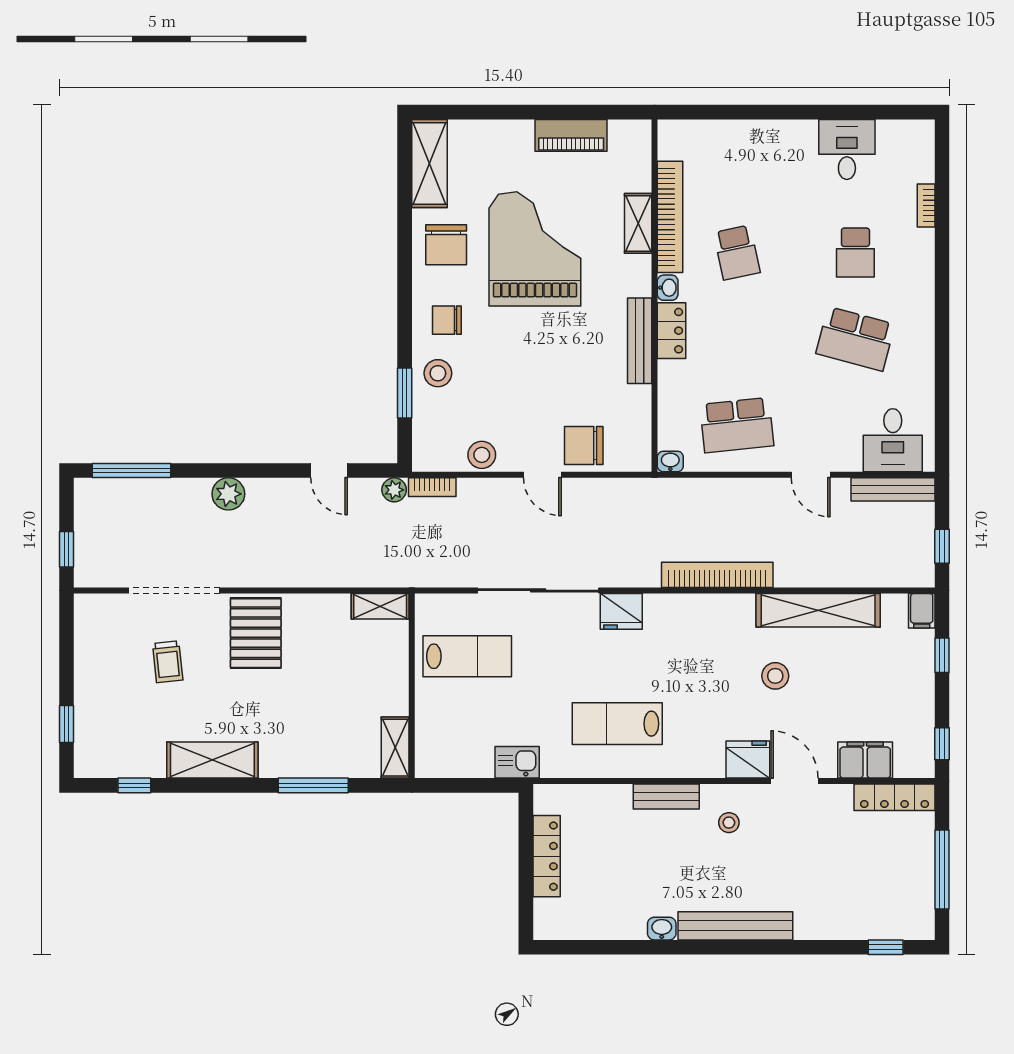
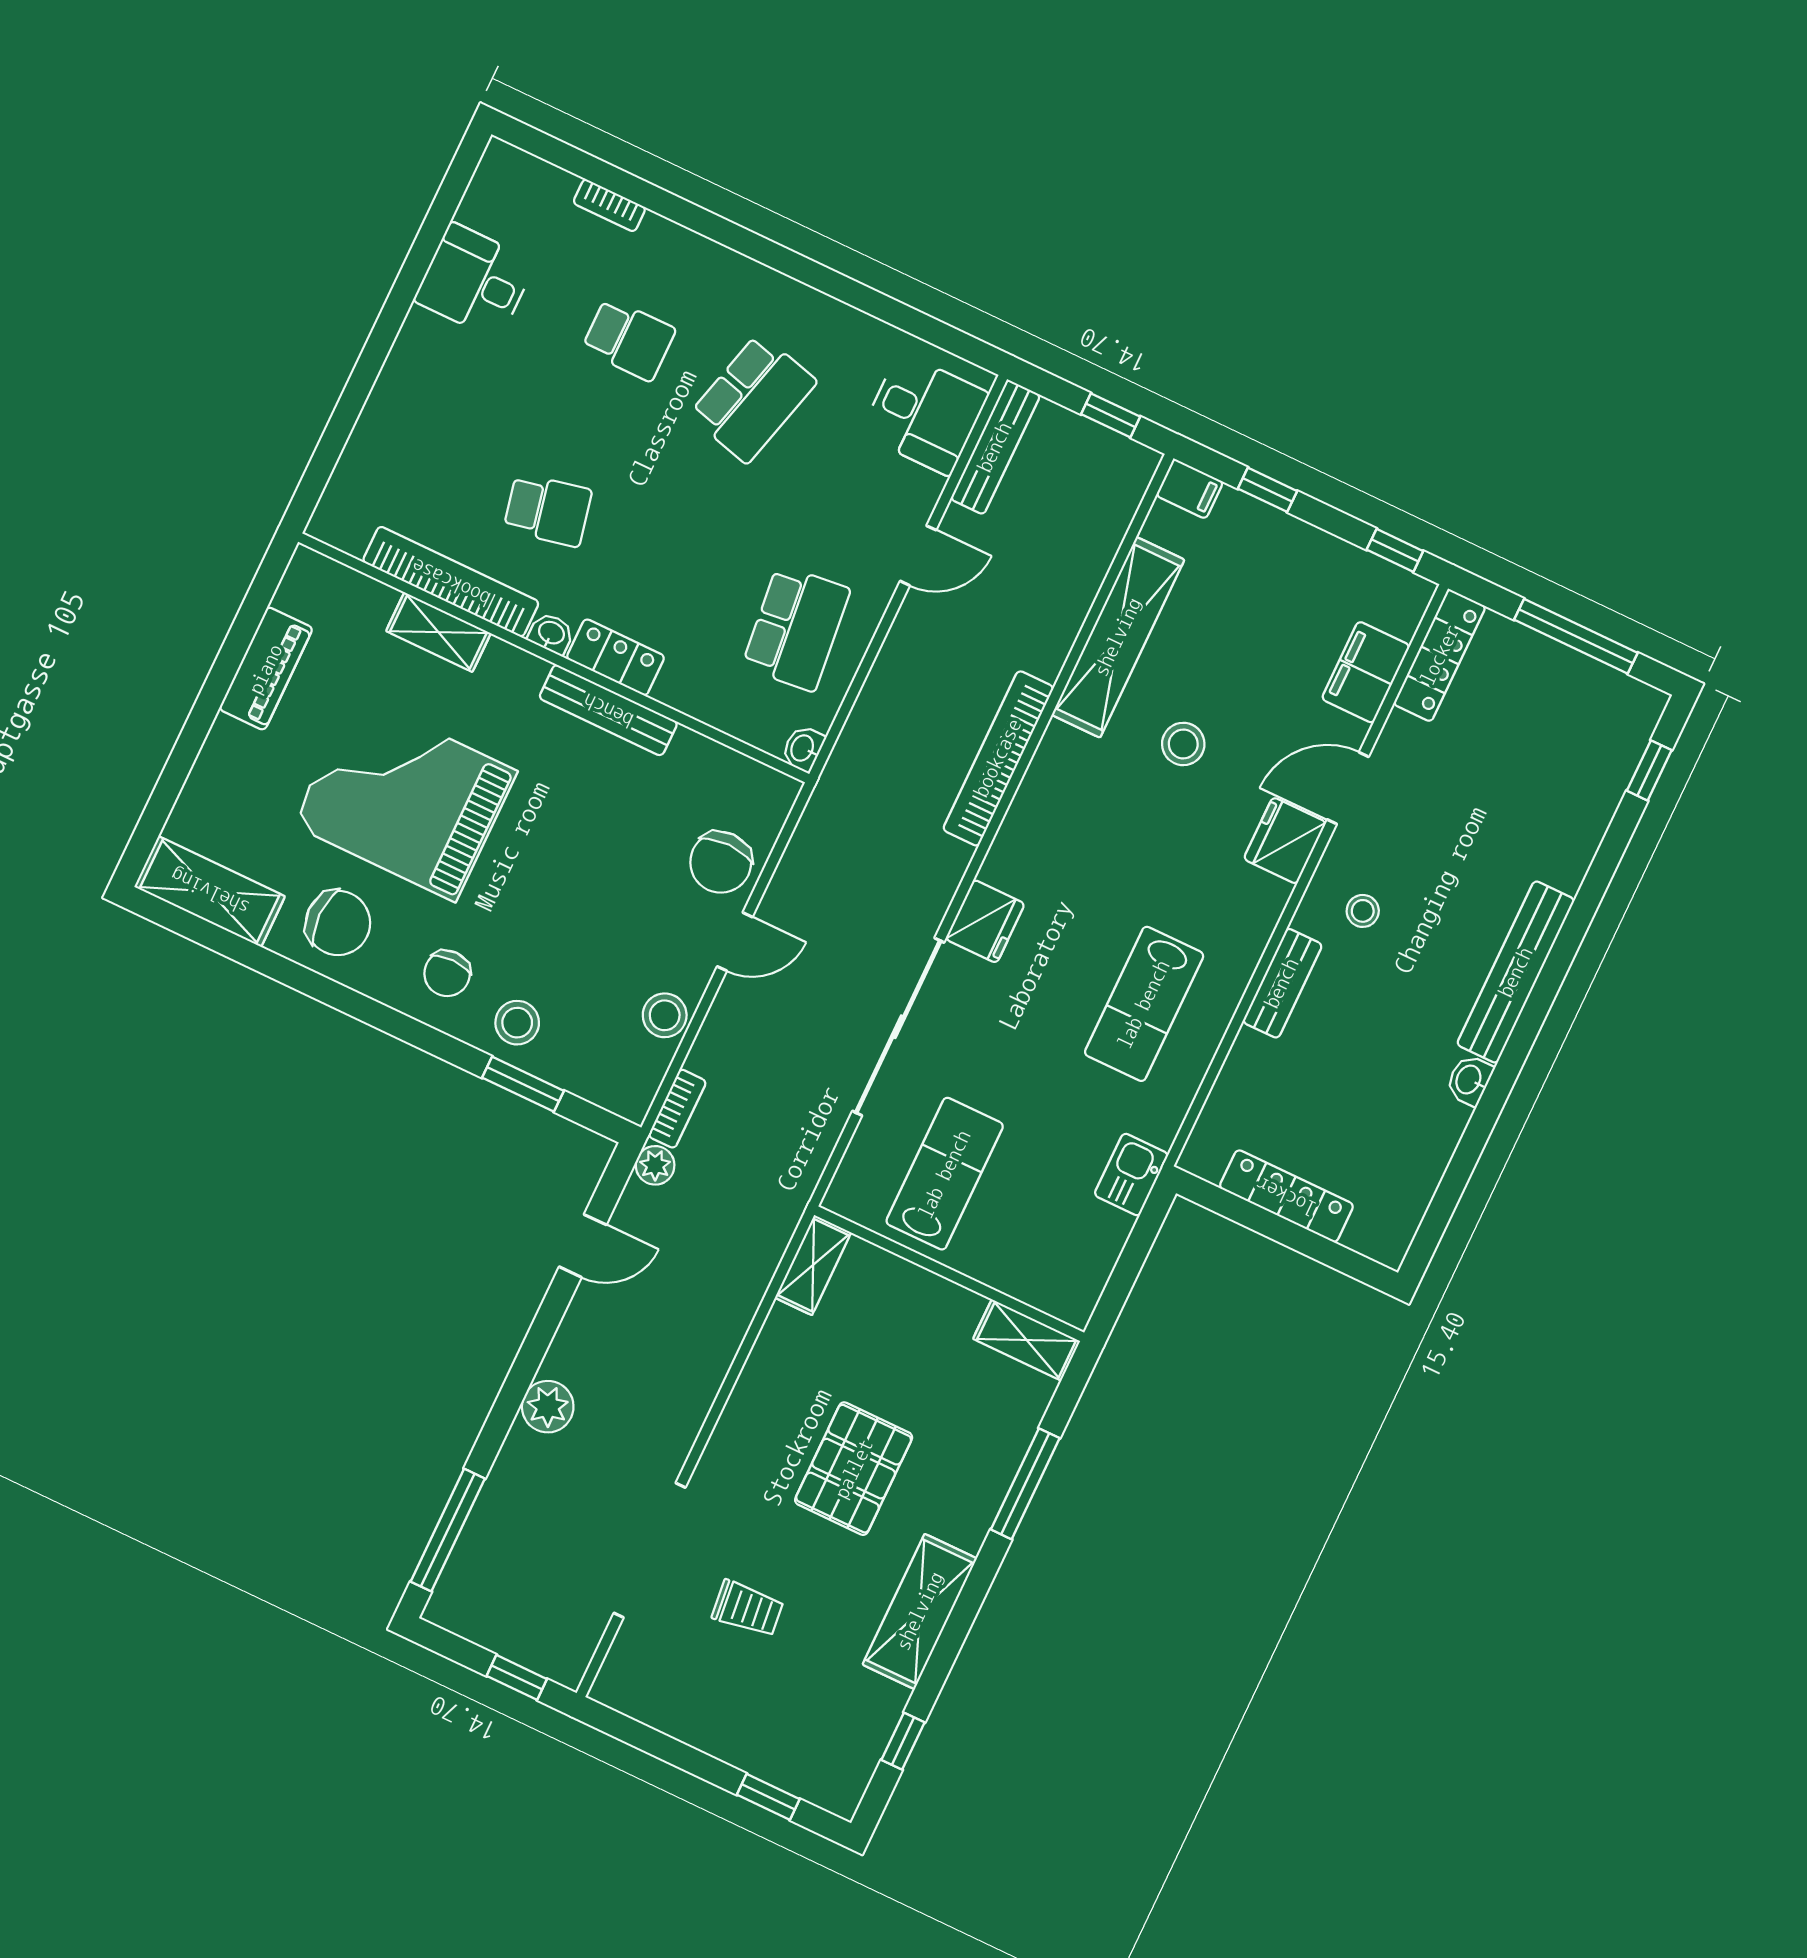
pallet: (256, 633) -> (854, 1469), moved, turned 90

